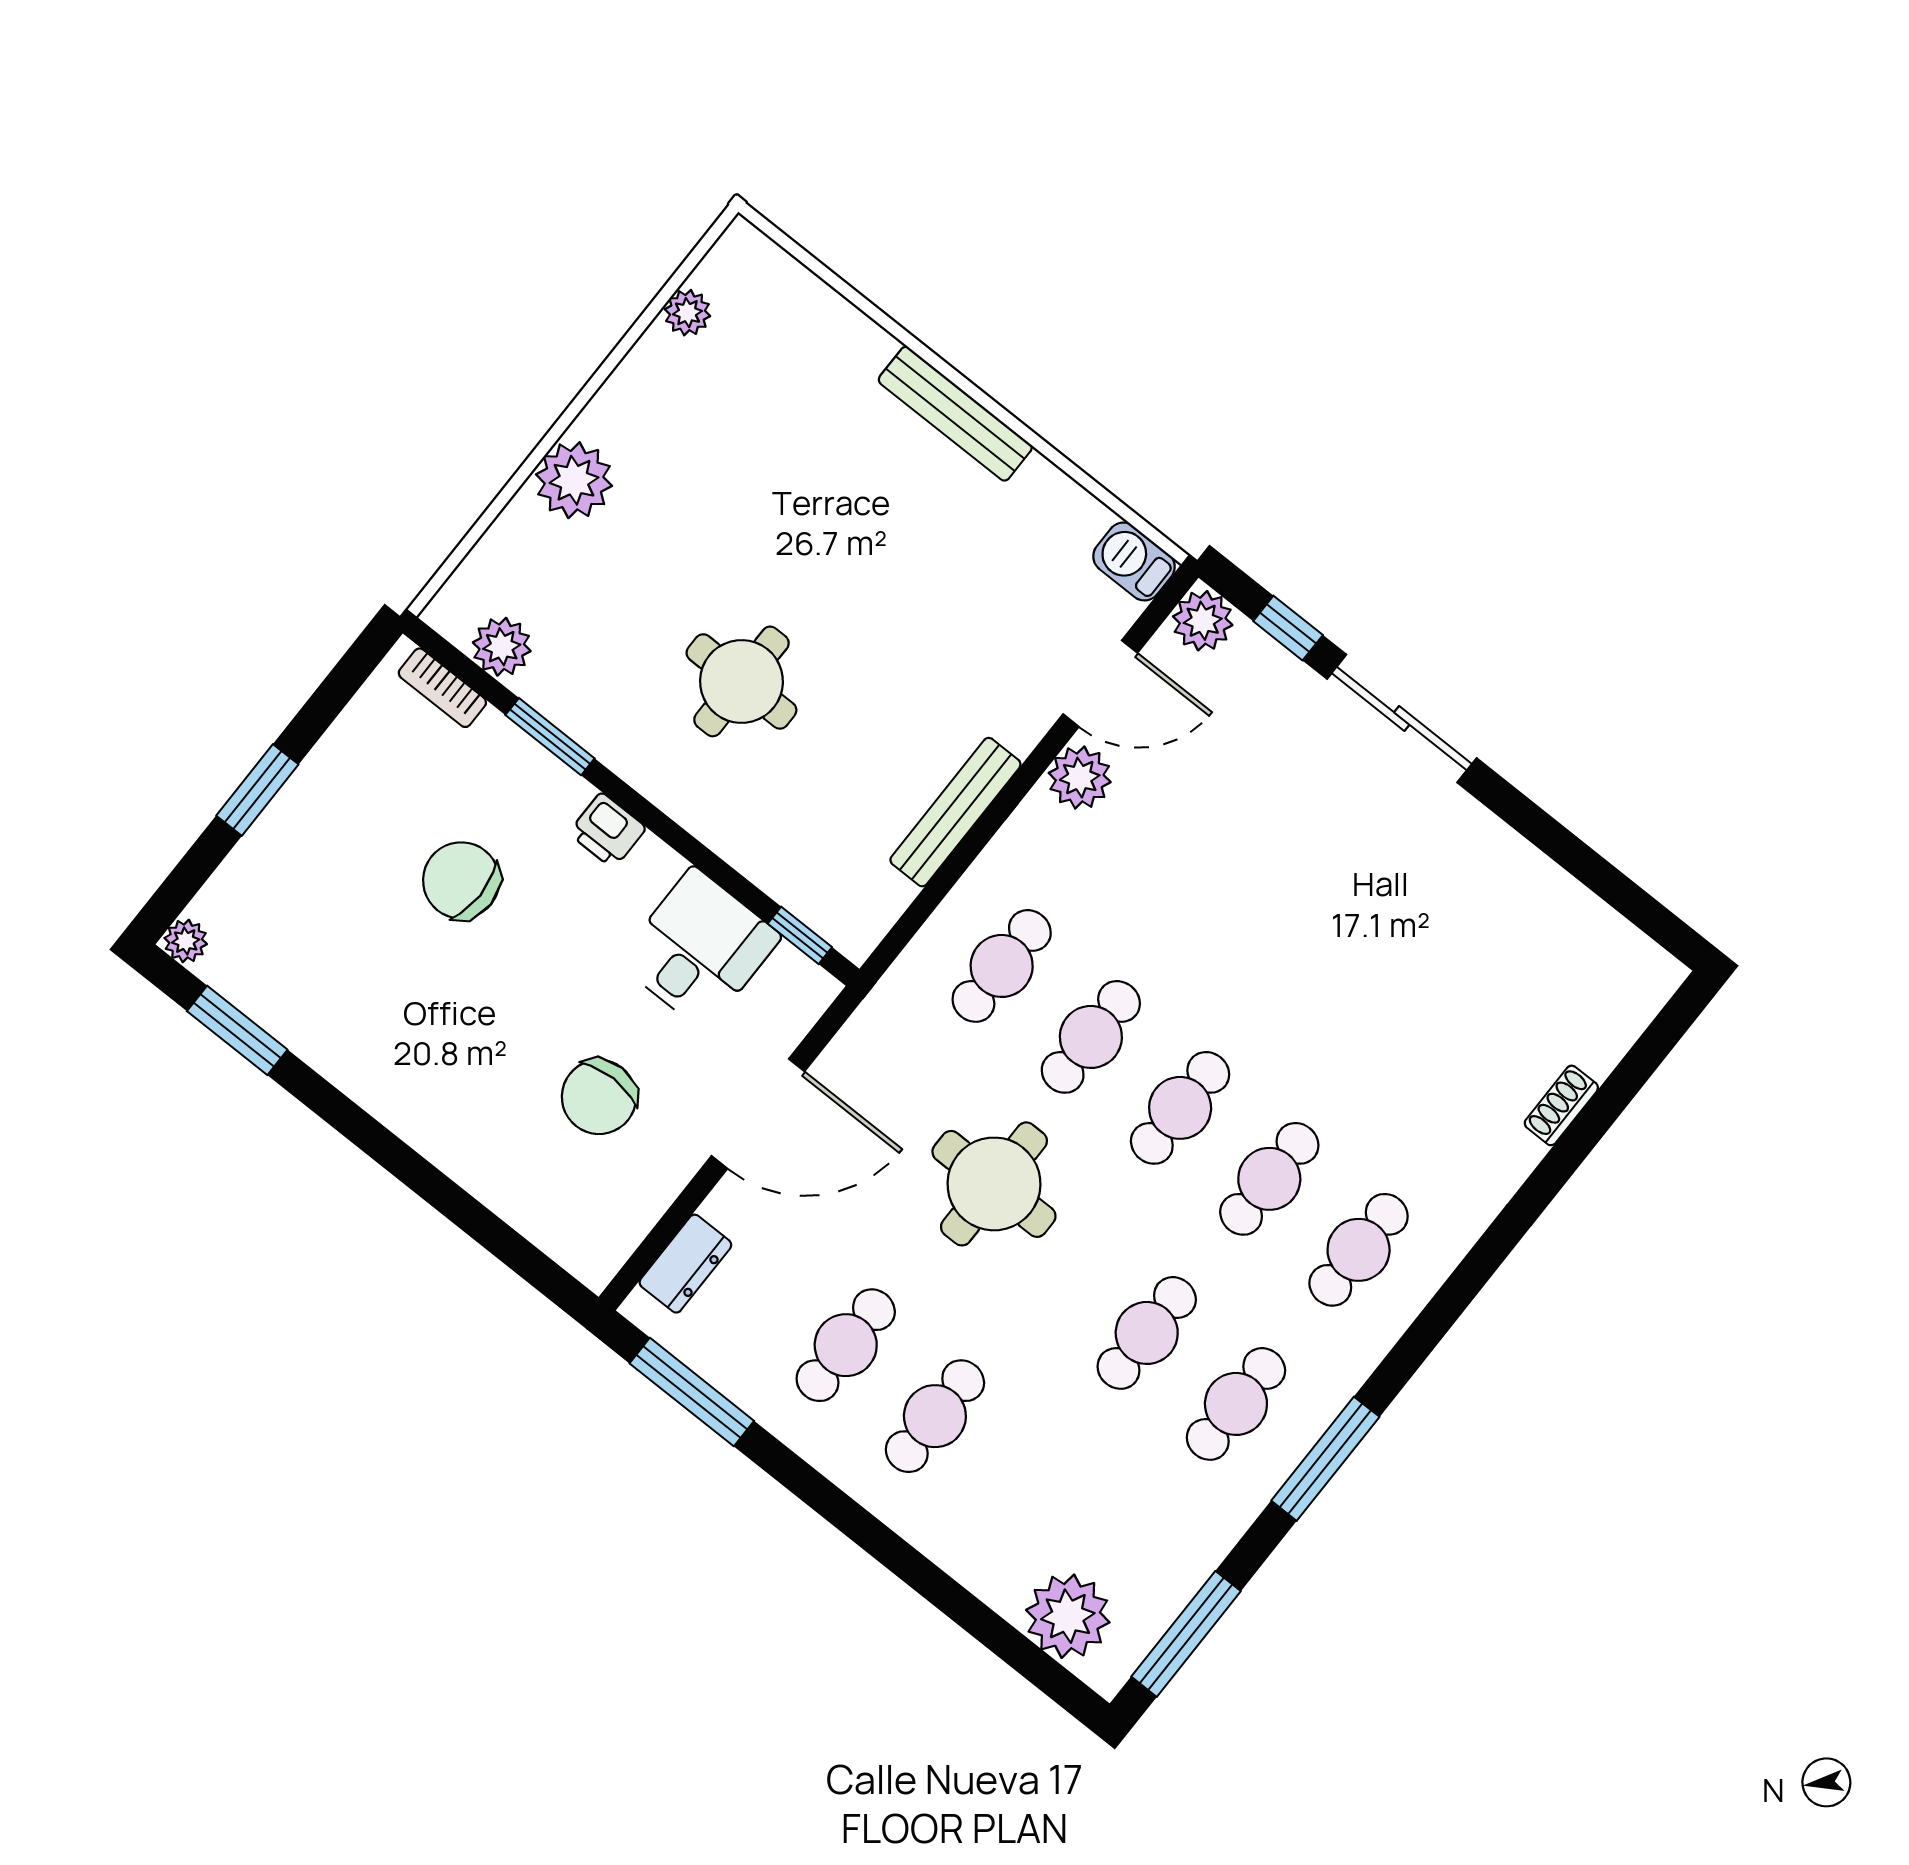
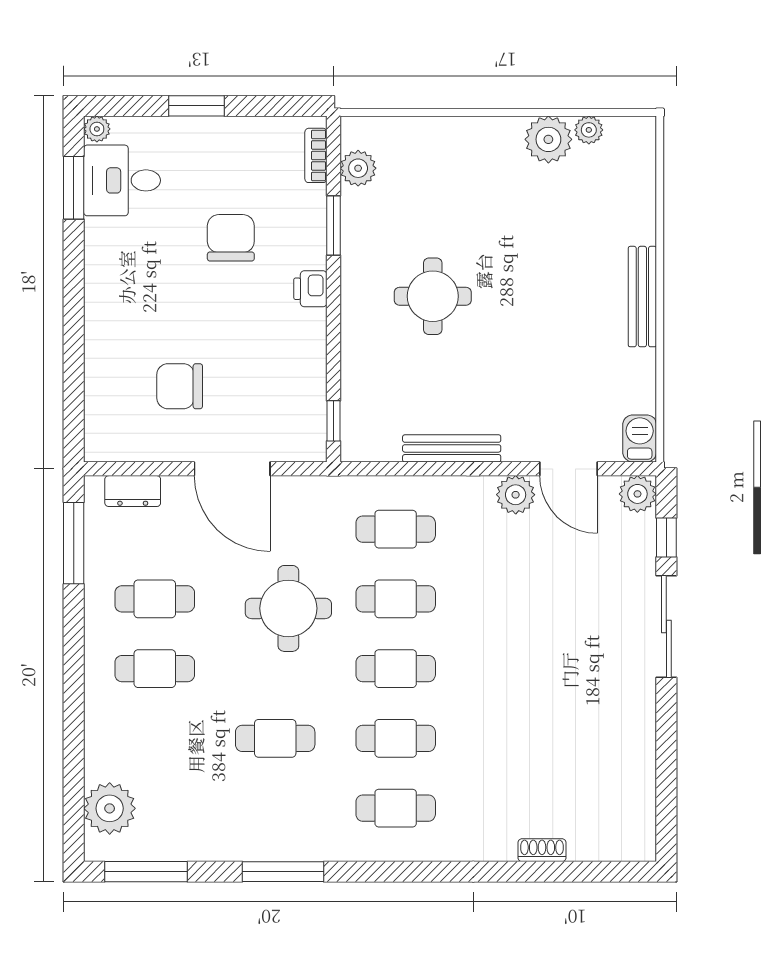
plant: (574, 480) -> (548, 139), moved
desk: (699, 949) -> (122, 180), moved, turned 180
cafe table: (1236, 1404) -> (275, 808), removed

